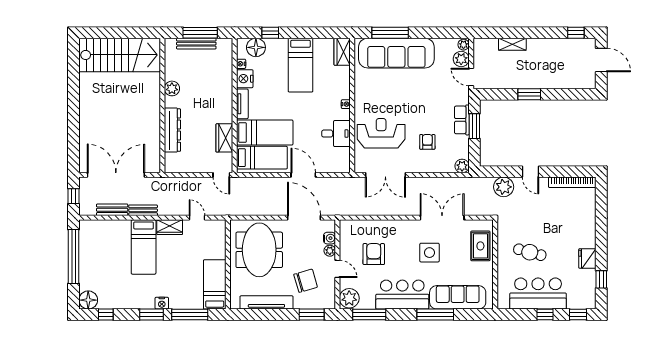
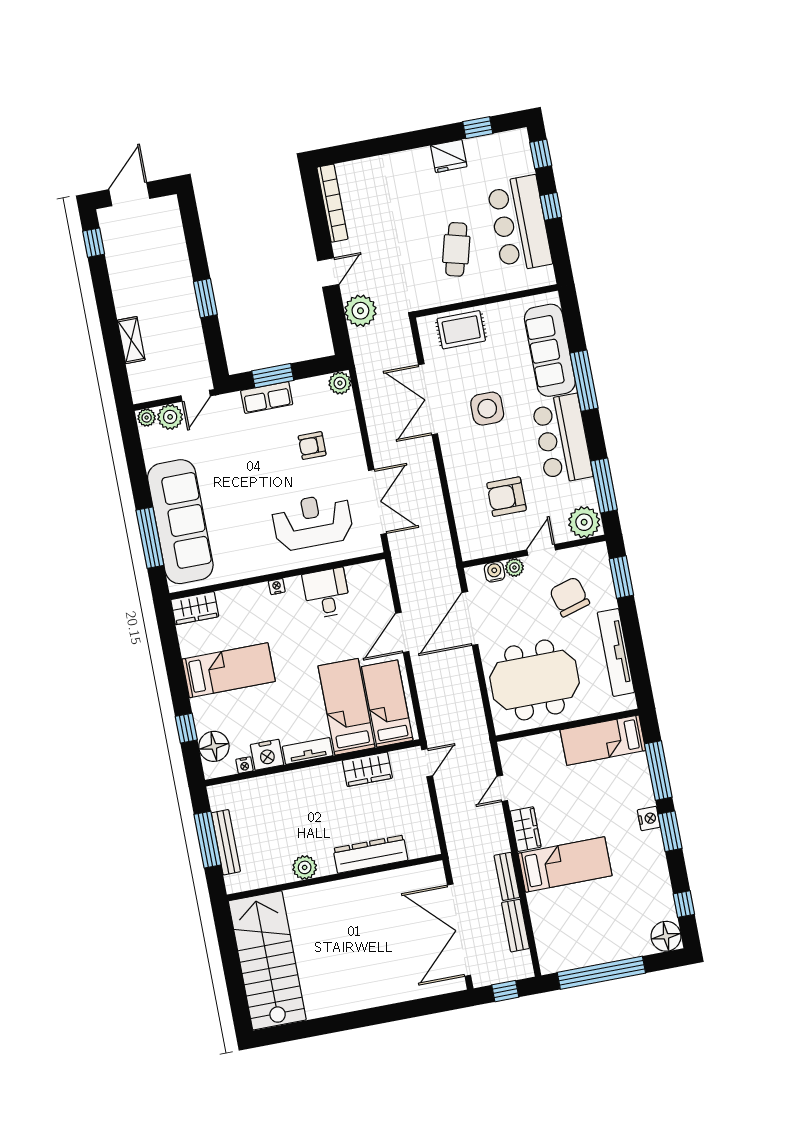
reception desk: (381, 133) -> (312, 522), turned 90

